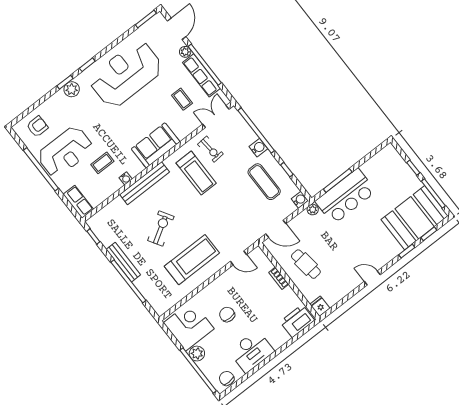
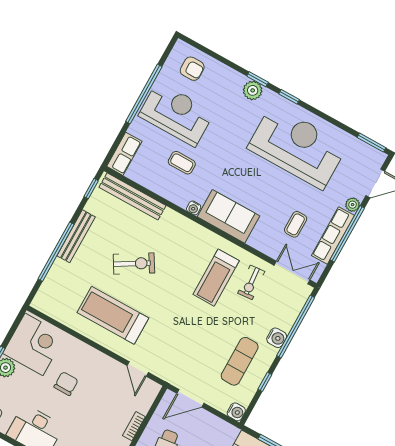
reception desk: (65, 152) -> (176, 114), turned 180
water cooler: (126, 178) -> (194, 208), moved
bench: (145, 183) -> (132, 196), moved
plant: (313, 210) -> (231, 432), removed
door: (276, 229) -> (190, 398), hinge flipped
treadmill: (192, 260) -> (113, 315), turned 180

